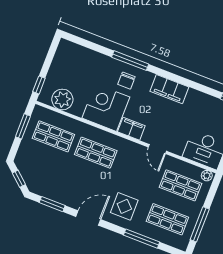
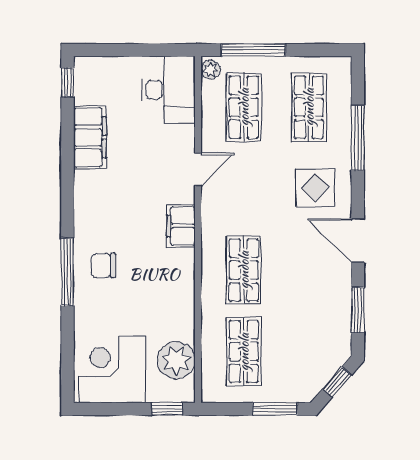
chair: (126, 81) -> (103, 265), turned 180
filing cabinet: (169, 89) -> (90, 137), moved
corner desk: (106, 108) -> (112, 370), moved, turned 90
window: (23, 126) -> (275, 409), moved
window: (200, 224) -> (253, 50), moved

